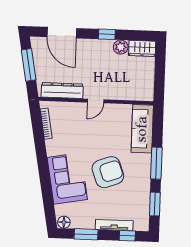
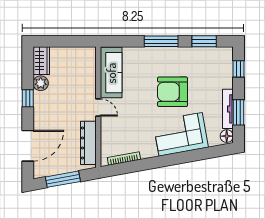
sofa: (142, 129) -> (111, 73), moved, turned -90
armchair: (108, 172) -> (173, 92), turned -70
tv unit: (114, 225) -> (228, 109), moved

